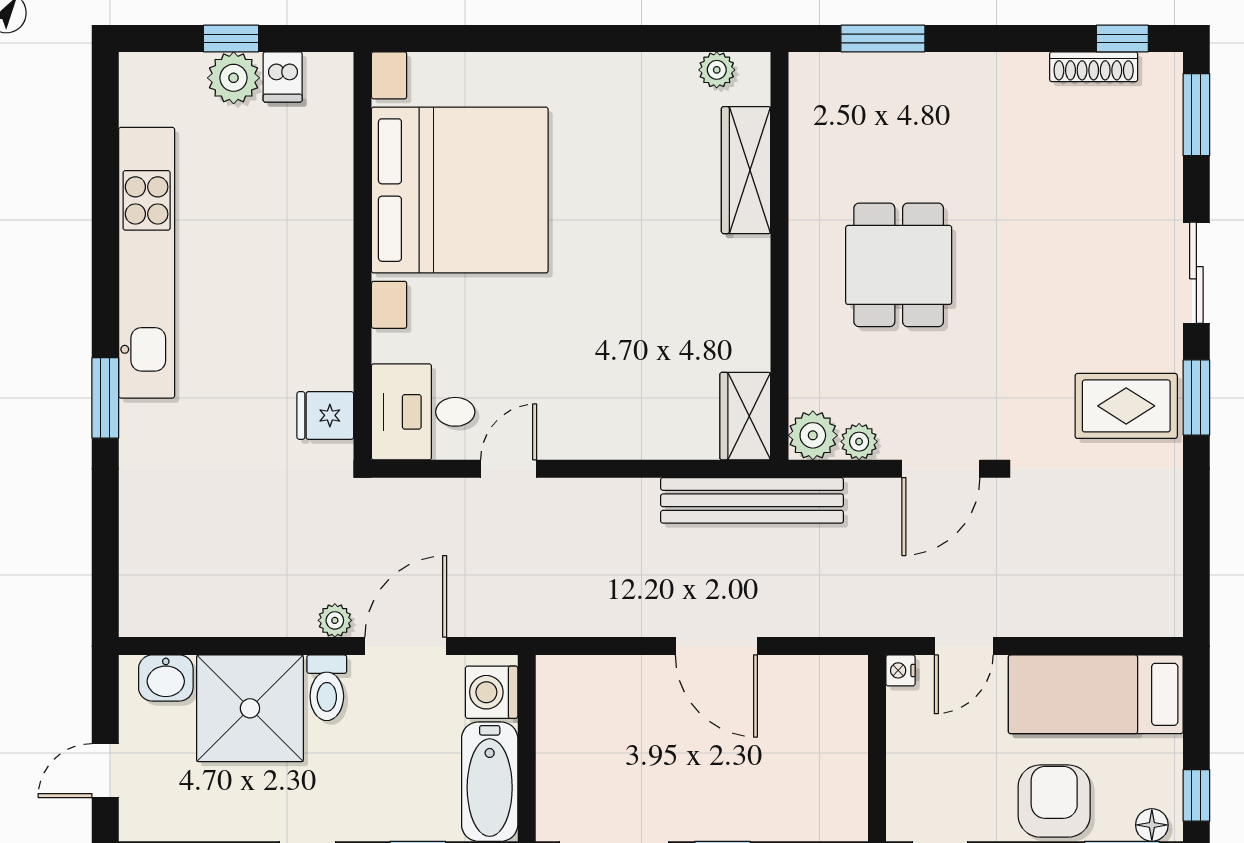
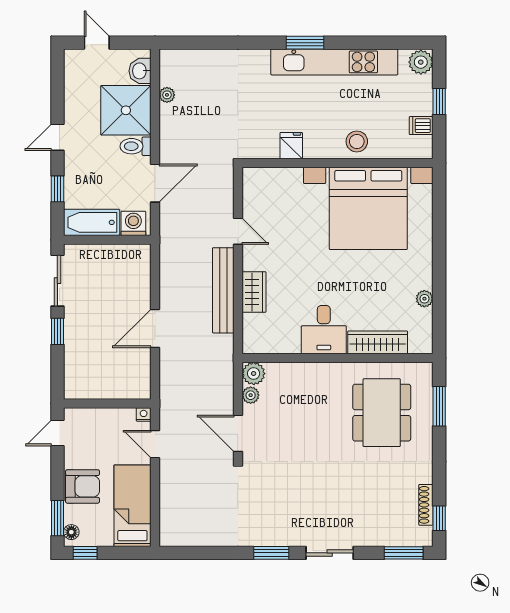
plant: (717, 70) -> (424, 299), moved
plant: (234, 78) -> (421, 62), moved
stool: (317, 215) -> (357, 141), added
dining table: (899, 265) -> (382, 413), moved, width x1.38
window: (105, 398) -> (305, 43), moved
rug: (1126, 406) -> (267, 520), removed
desk: (423, 412) -> (324, 330), moved, turned 180
fridge: (325, 415) -> (291, 146), moved
wardrobe: (745, 416) -> (254, 292), moved, turned 90
bench: (752, 500) -> (223, 290), moved
plant: (335, 620) -> (167, 95), moved
door: (406, 646) -> (155, 183), hinge flipped

